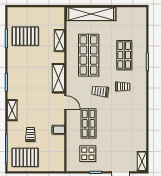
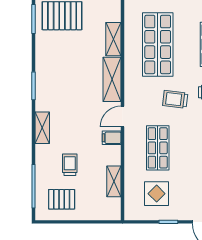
shelving: (59, 40) -> (113, 39), moved
door: (65, 103) -> (123, 117), swing flipped
filing cabinet: (58, 130) -> (112, 138), moved
shelving: (60, 146) -> (114, 181), added
pallet: (25, 157) -> (62, 199), width x0.67, depth x0.71

